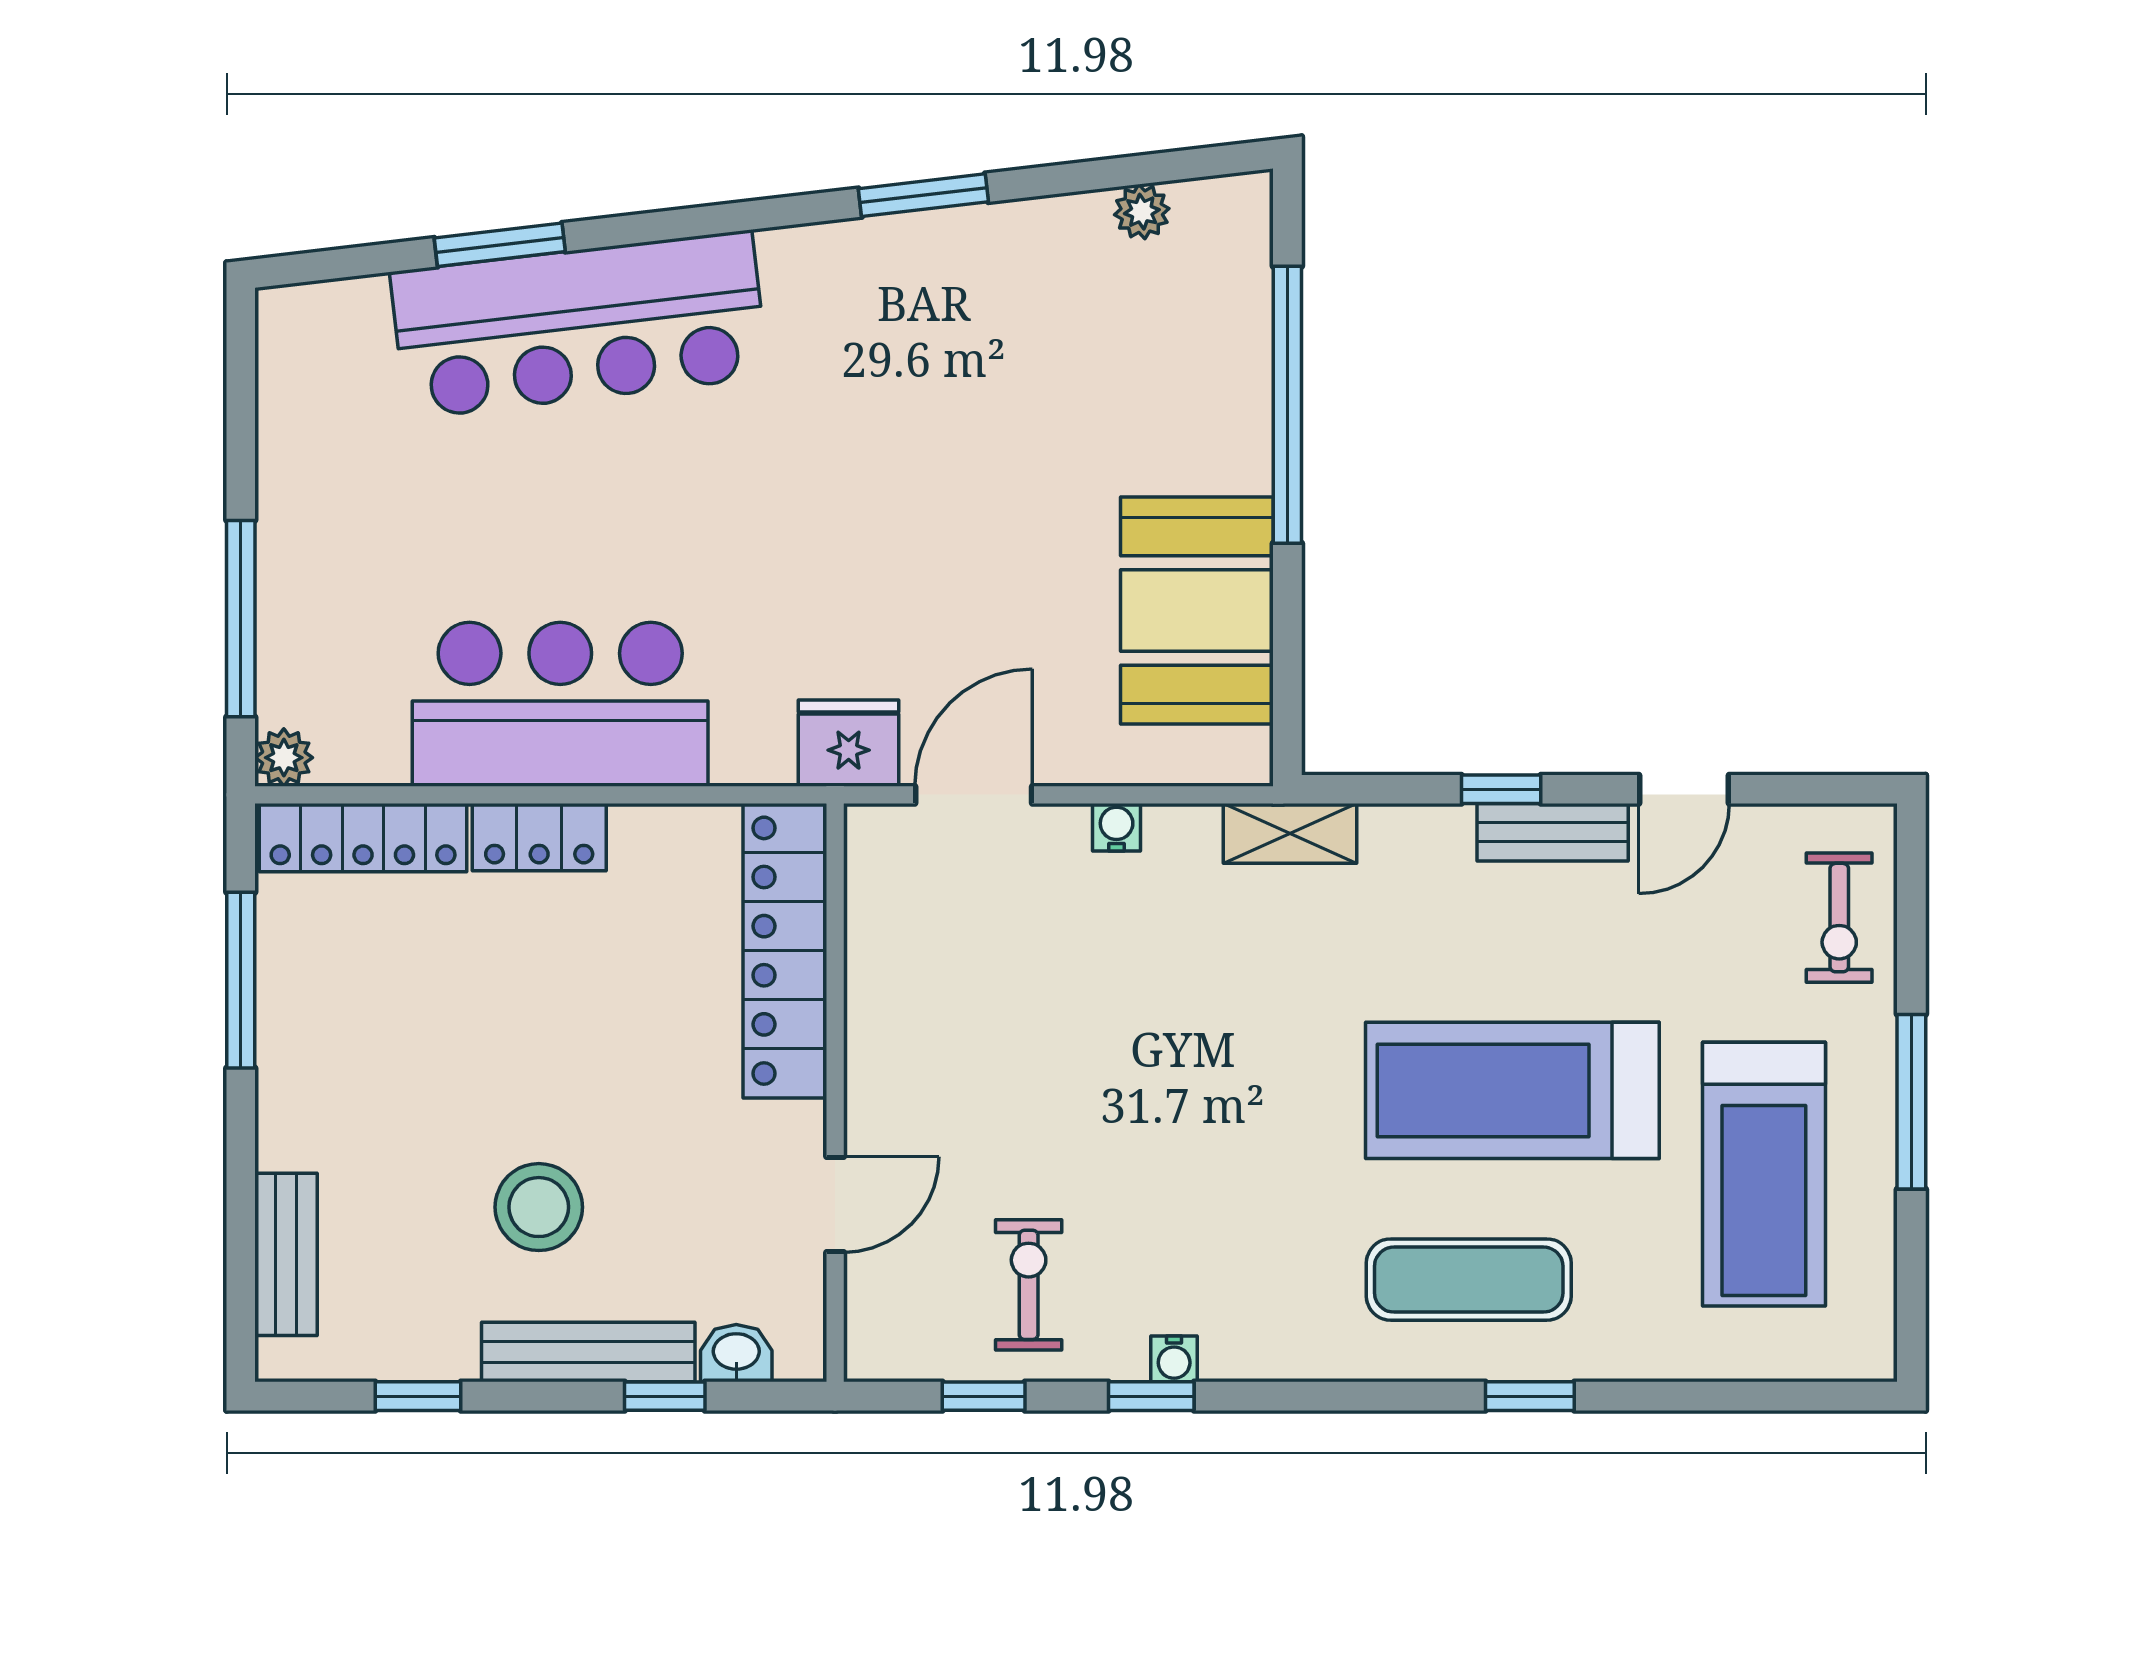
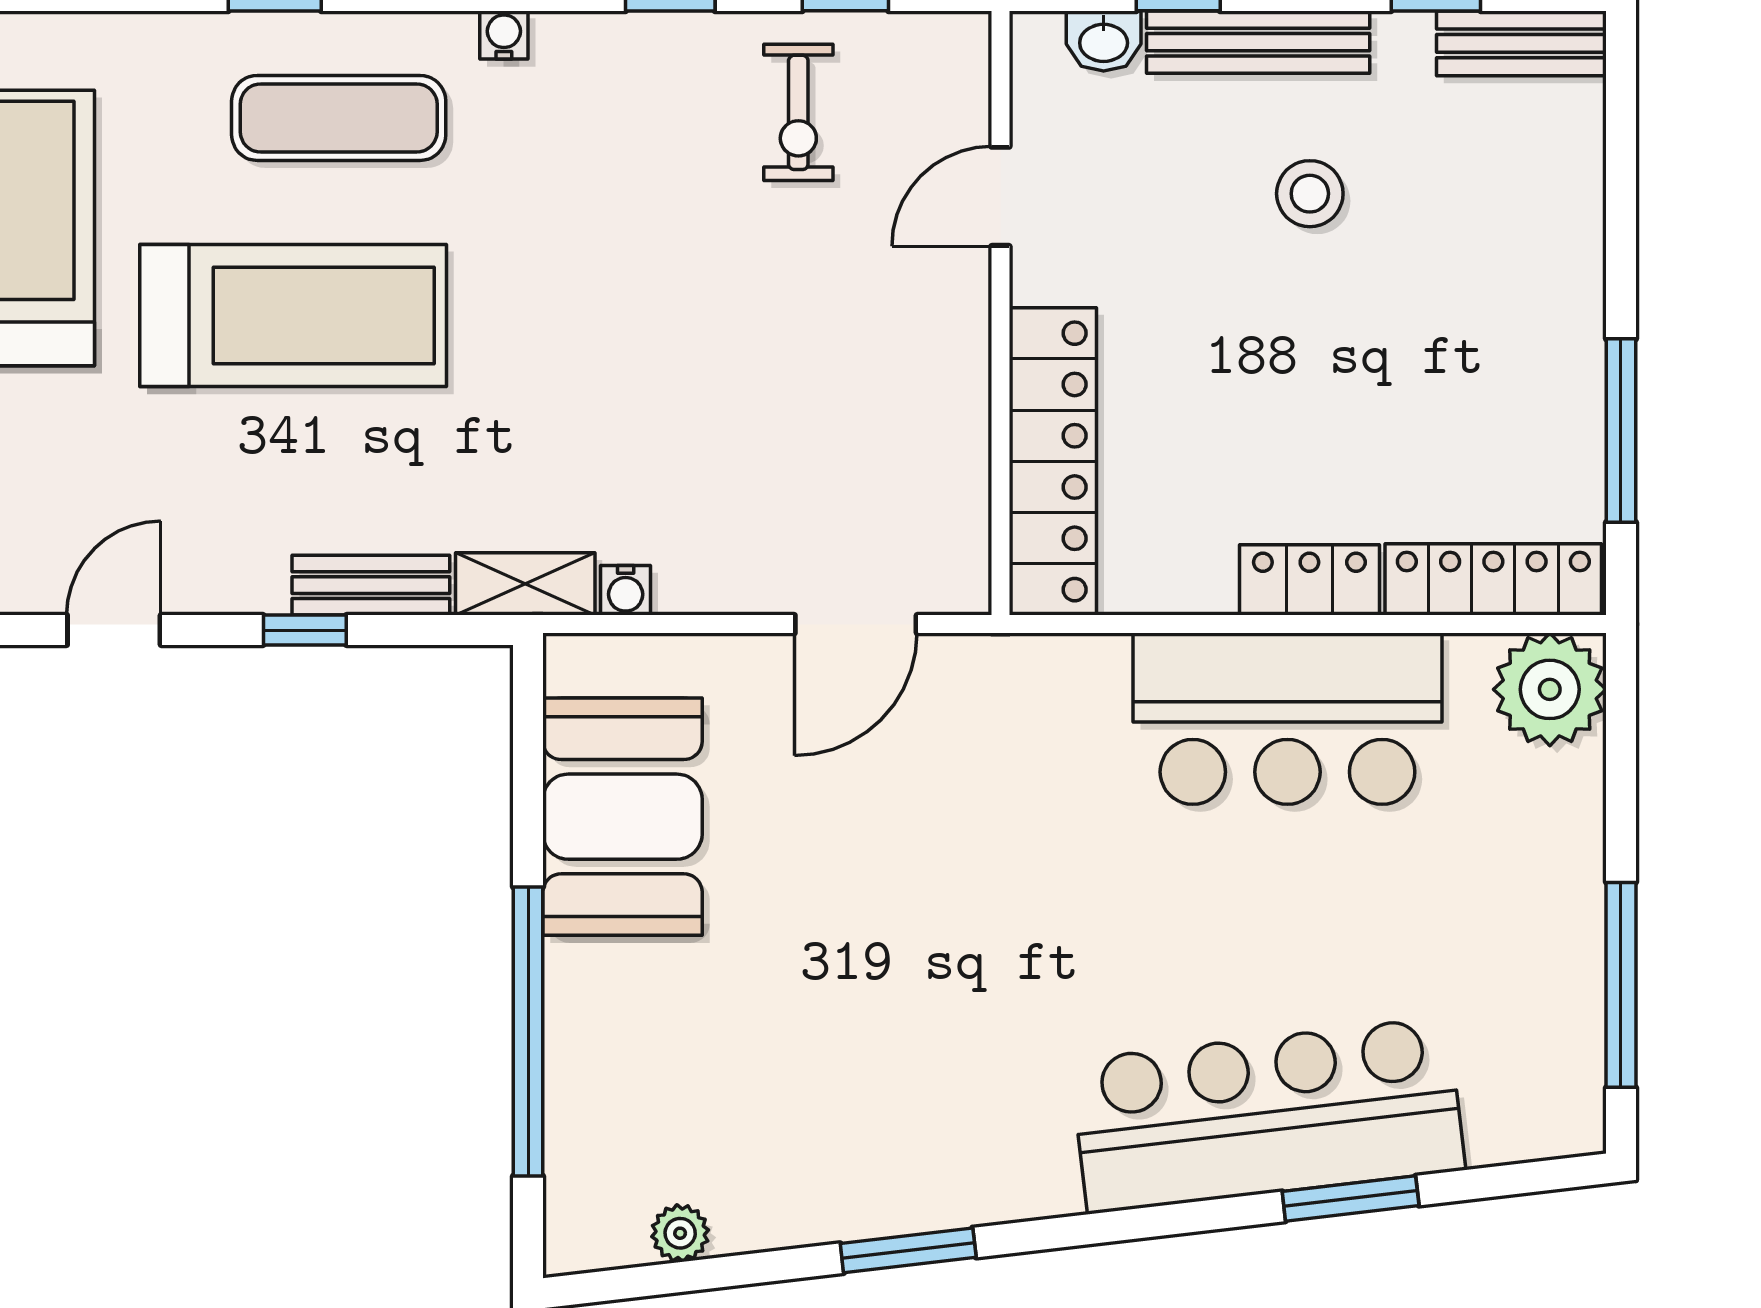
window: (241, 619) -> (1621, 985), moved
fridge: (849, 743) -> (986, 678), removed
plant: (284, 758) -> (1550, 689), width x1.88, depth x1.88
water cooler: (1117, 827) -> (626, 590), moved
bench: (1553, 832) -> (371, 585), moved
stool: (539, 1207) -> (1310, 194), width x0.73, depth x0.73
bench: (286, 1254) -> (1521, 43), moved, turned 90
water cooler: (1174, 1359) -> (504, 35), moved

